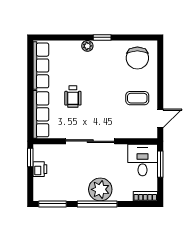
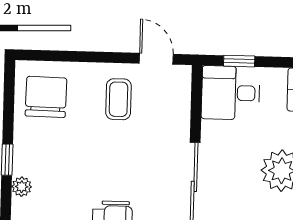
chair: (137, 58) -> (46, 97), turned -89
window: (160, 164) -> (239, 61), width x0.67

